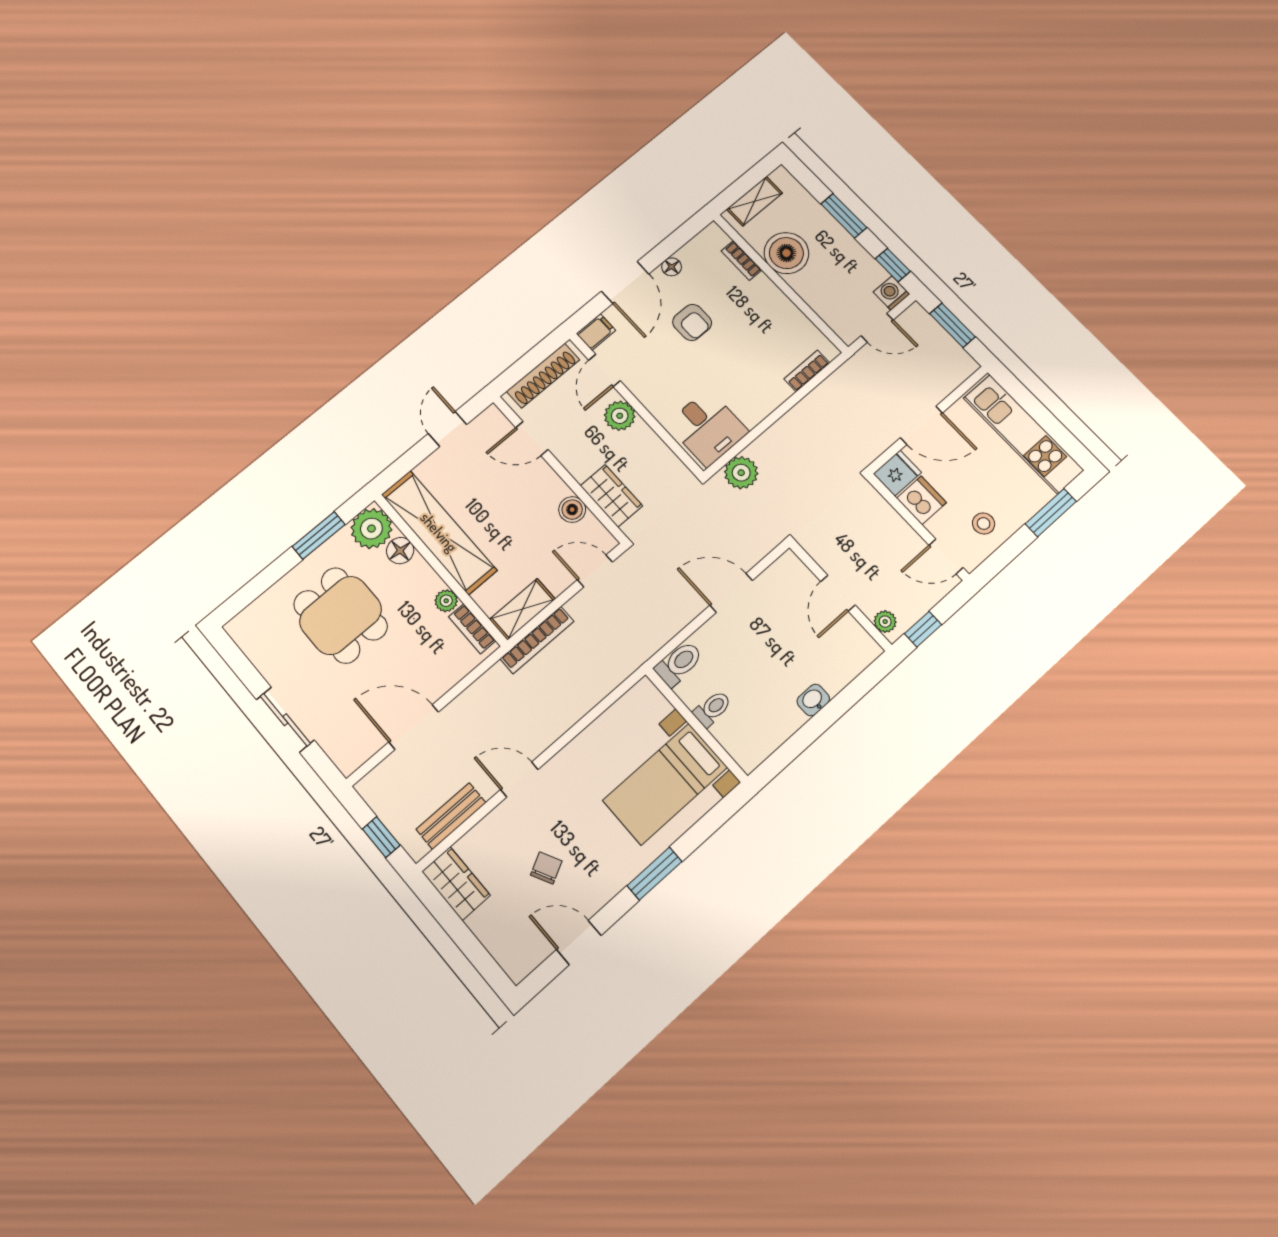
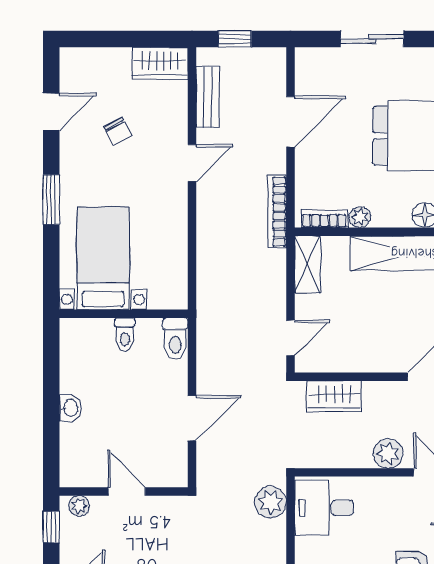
boiler: (572, 510) -> (349, 360), removed
bookcase: (537, 640) -> (277, 212), moved

